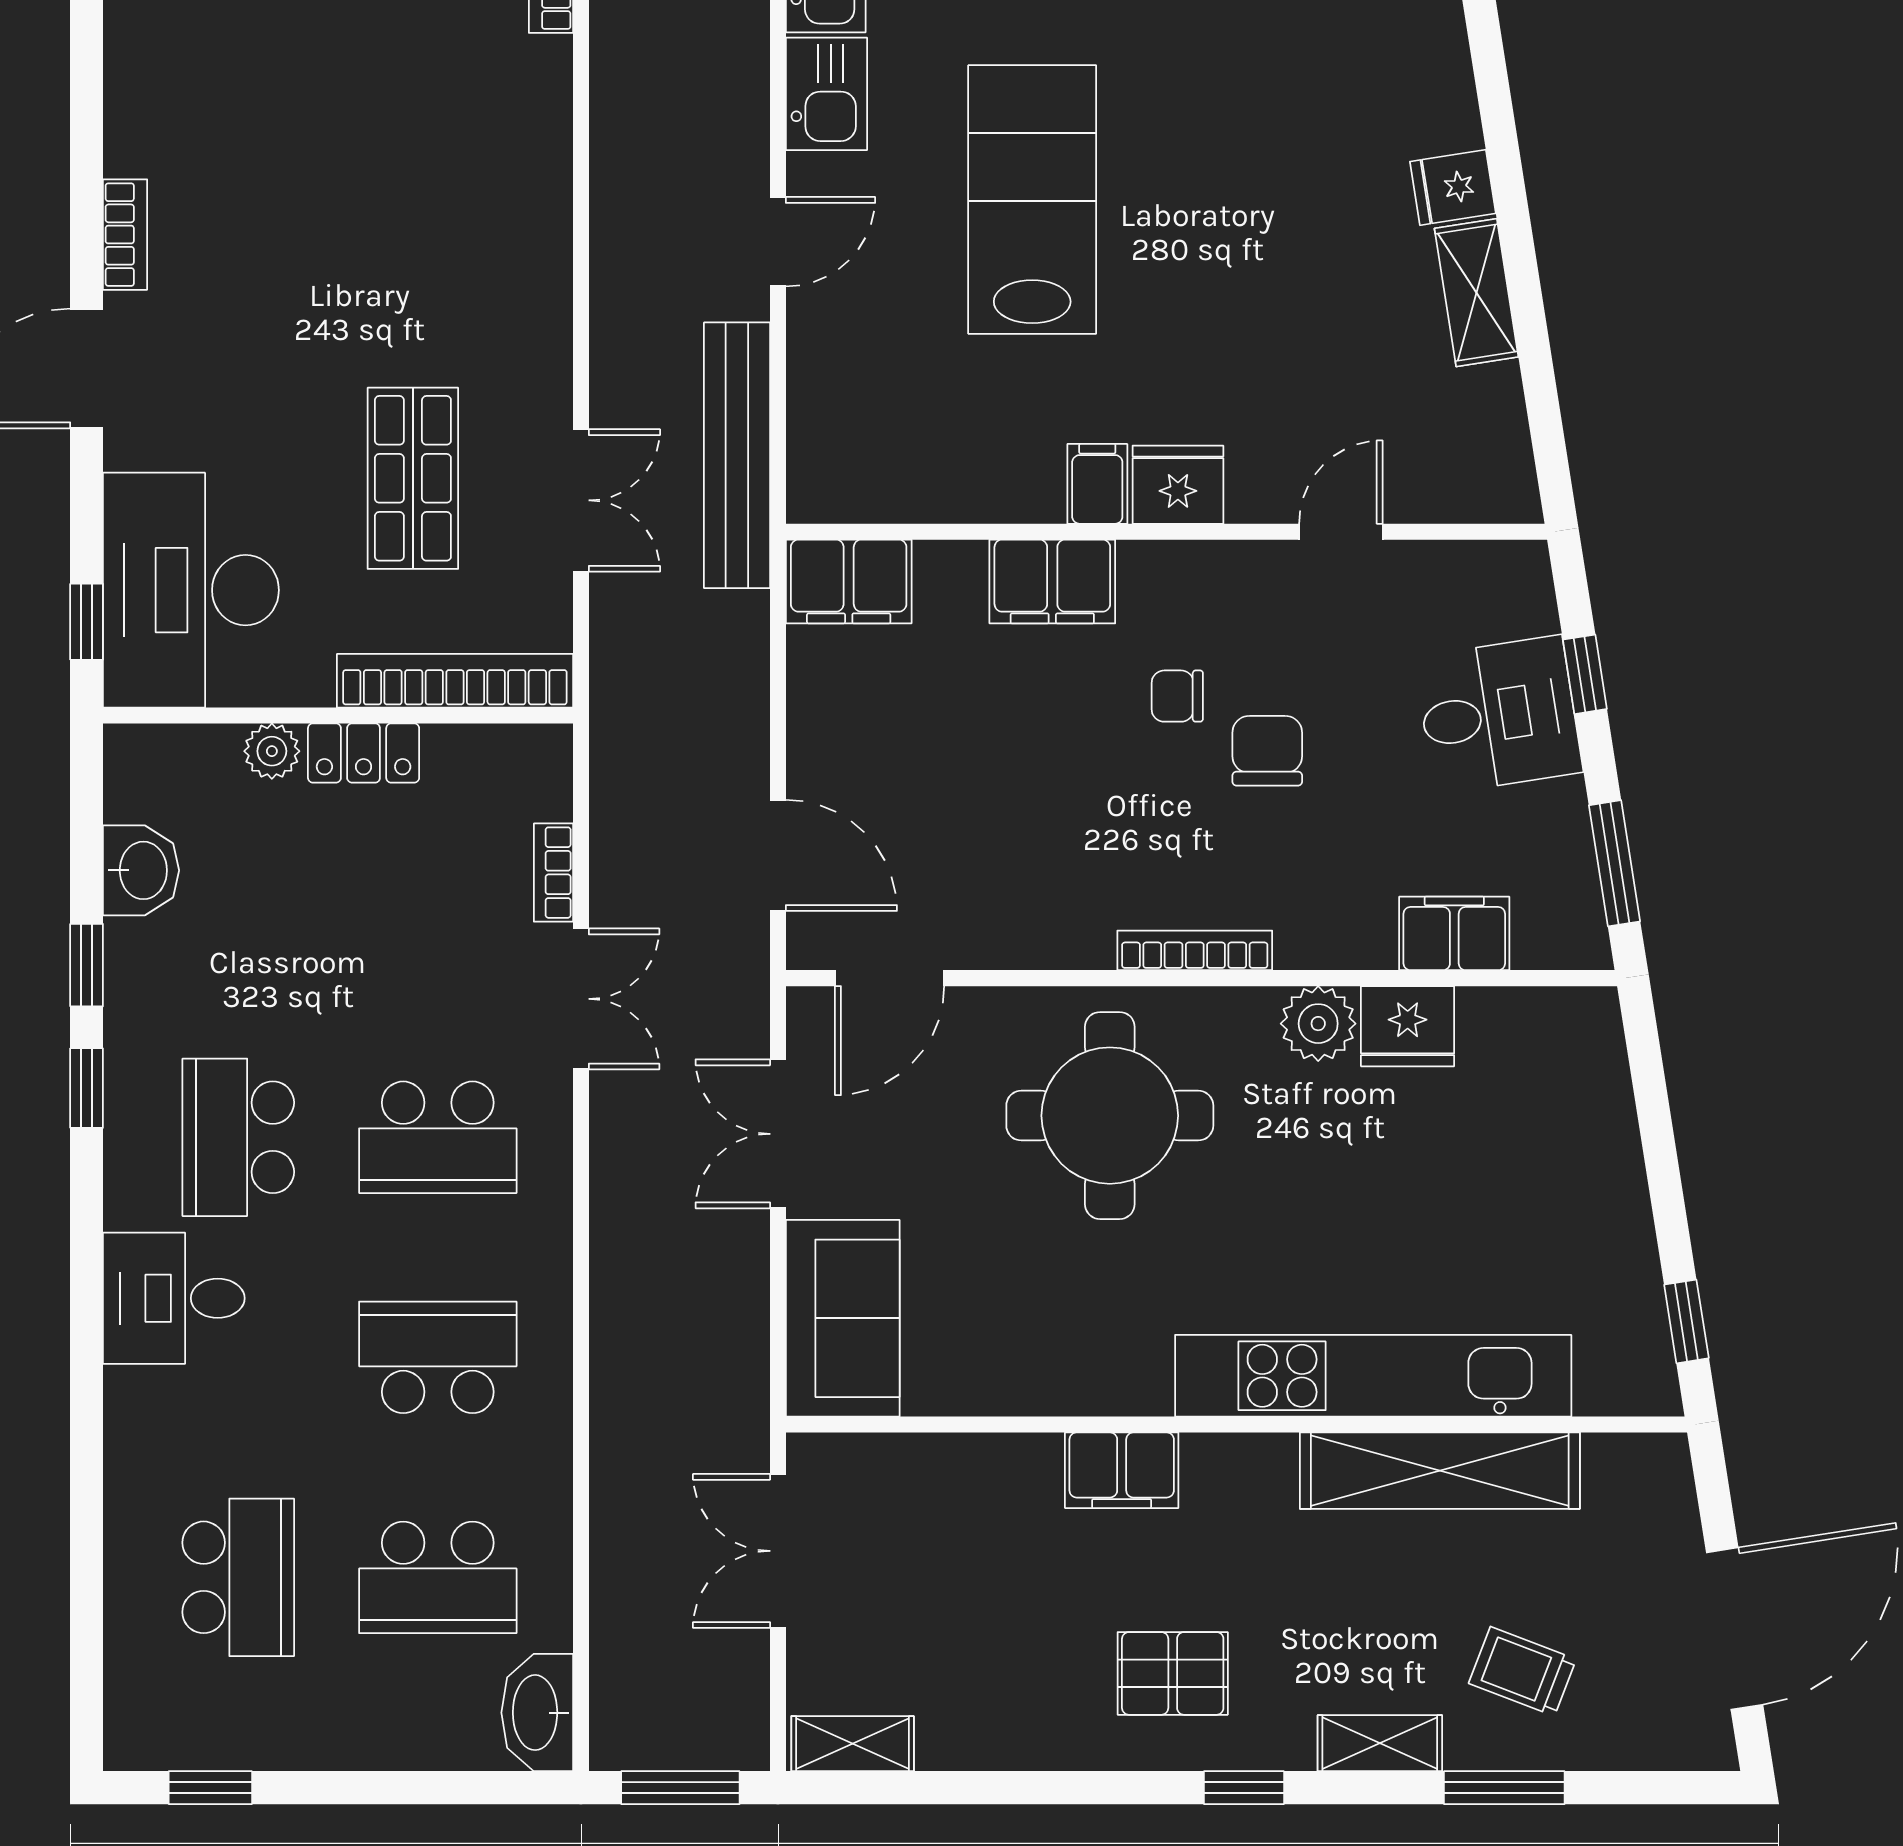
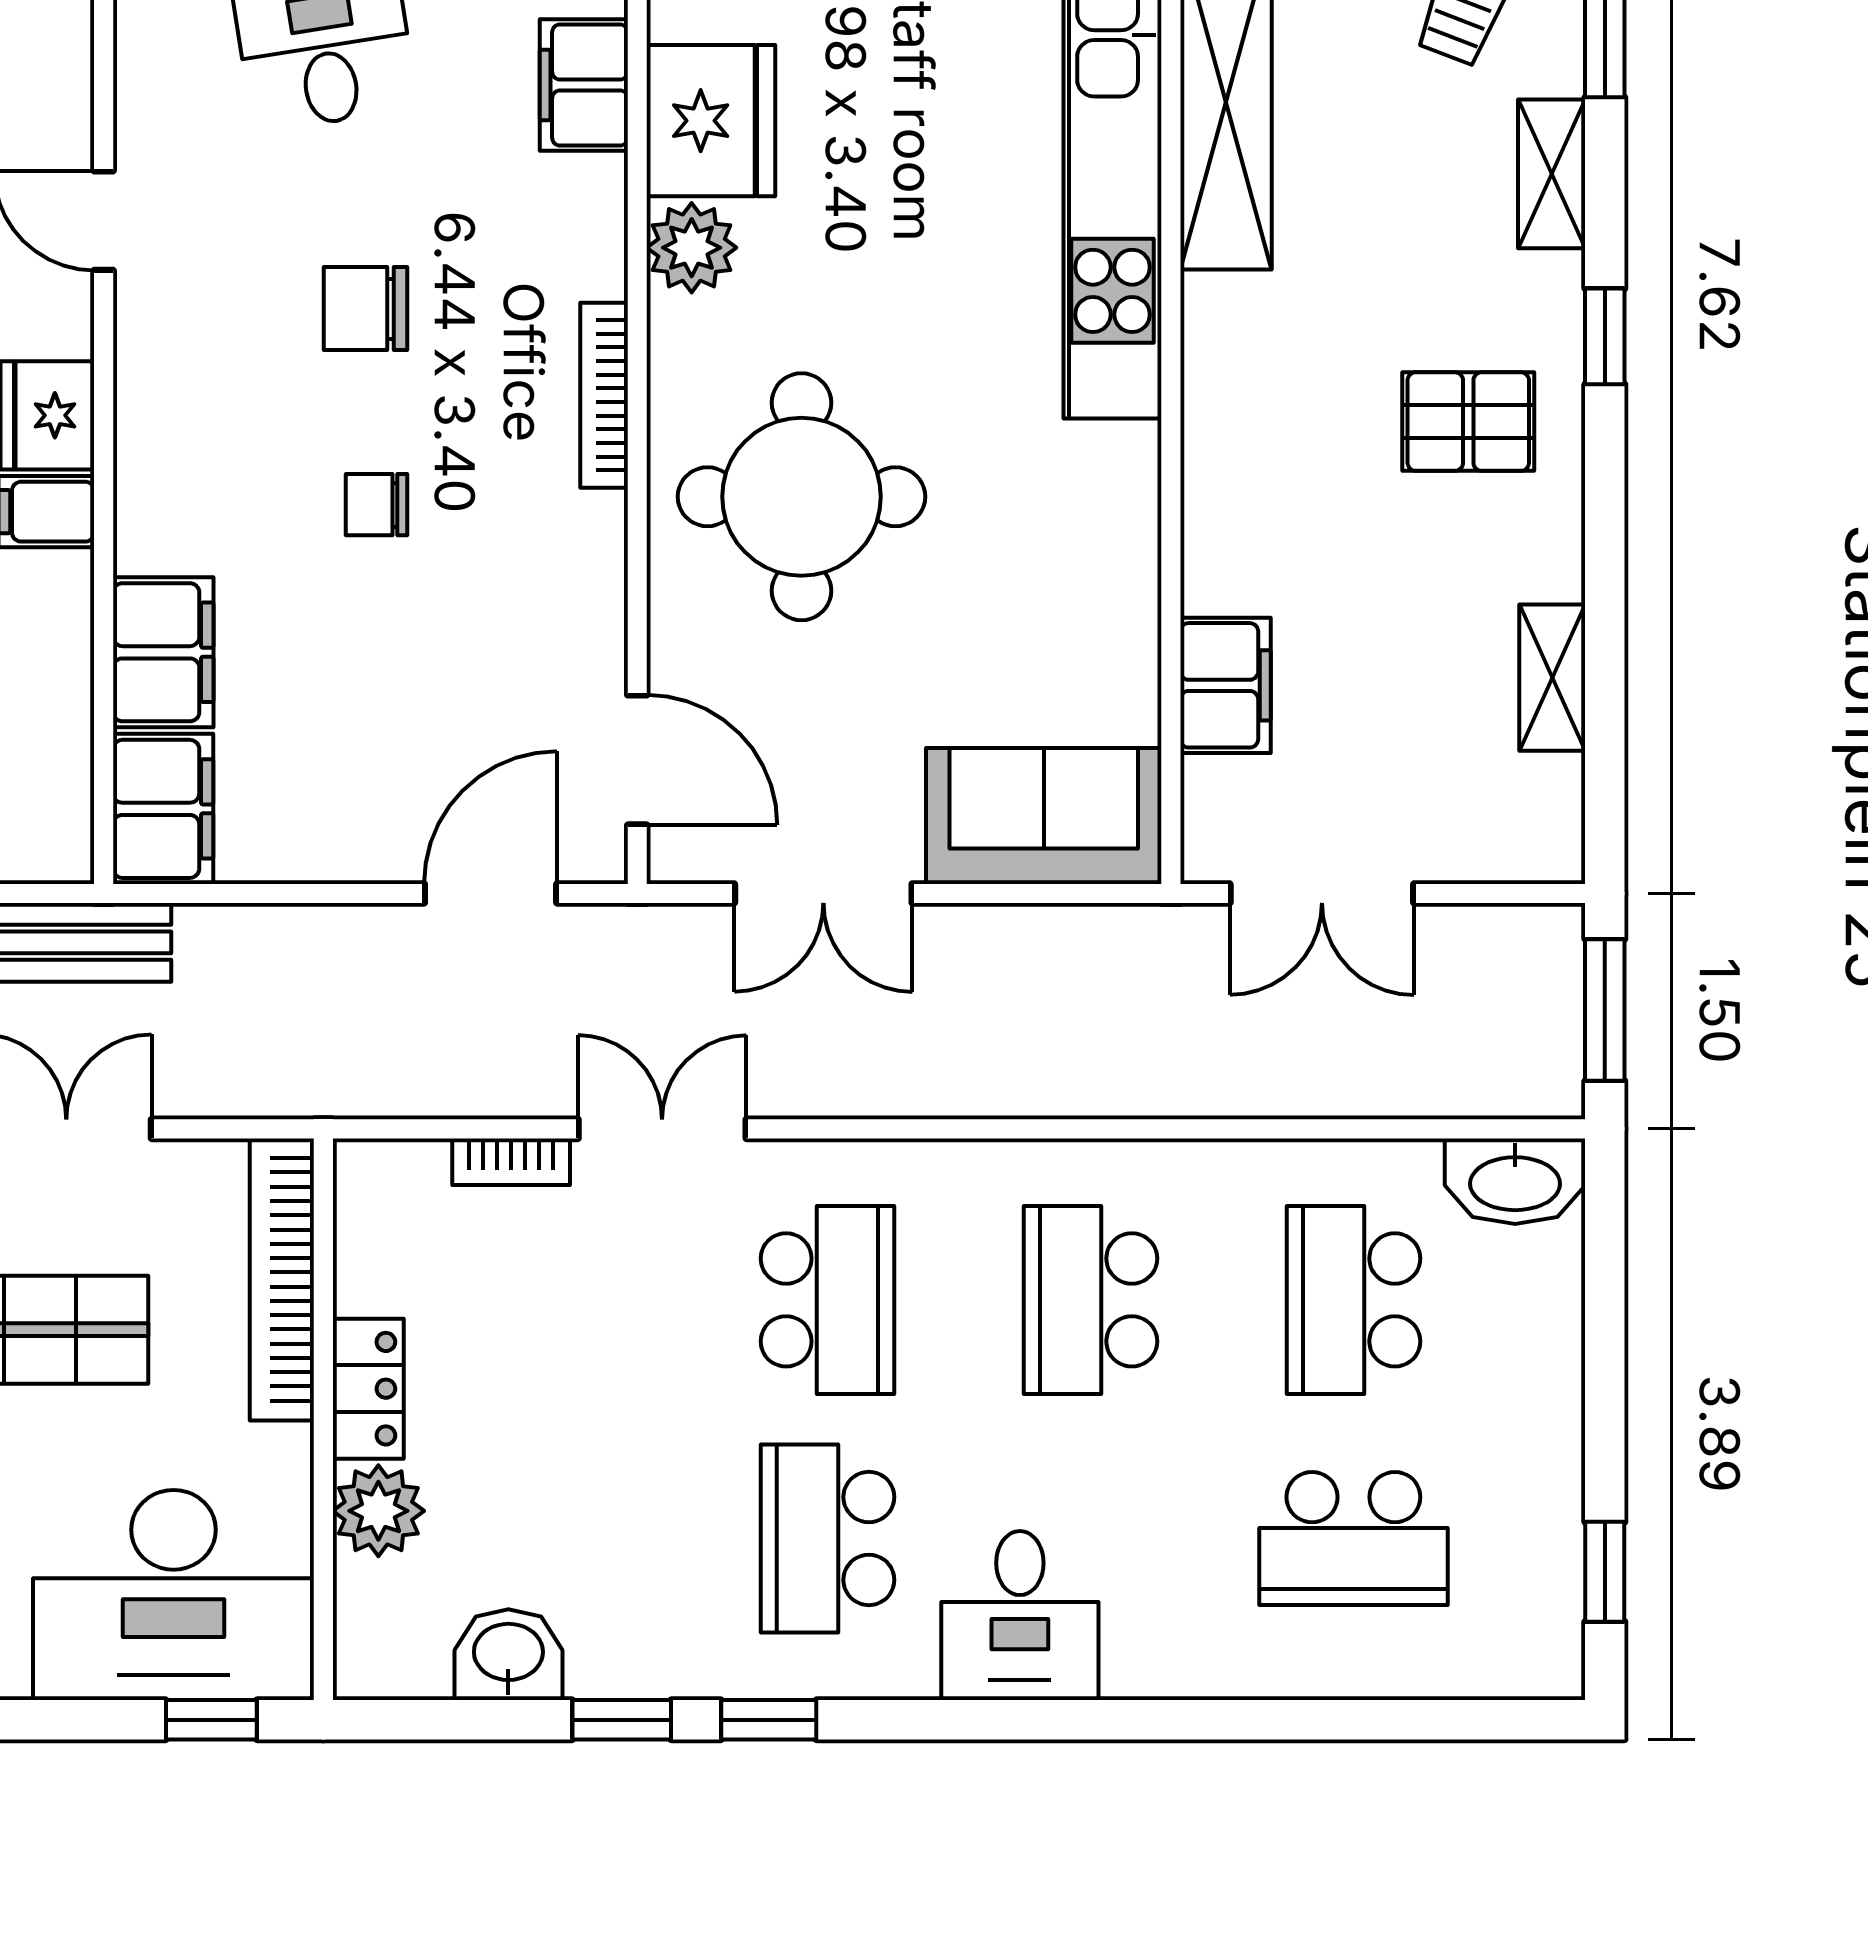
filing cabinet: (1052, 581) -> (163, 652), moved
chair: (1177, 696) -> (376, 505), moved, turned 90
plant: (272, 751) -> (378, 1511), width x1.38, depth x1.38
fridge: (1408, 1026) -> (711, 121), width x1.36, depth x1.34
school desk: (238, 1137) -> (827, 1538), turned 90
filing cabinet: (1122, 1470) -> (1225, 685), moved
school desk: (238, 1577) -> (1353, 1538), turned 180
school desk: (438, 1577) -> (1353, 1300), turned 180
pallet: (1173, 1673) -> (1468, 422), turned 90
shelving: (853, 1744) -> (1552, 678), moved

